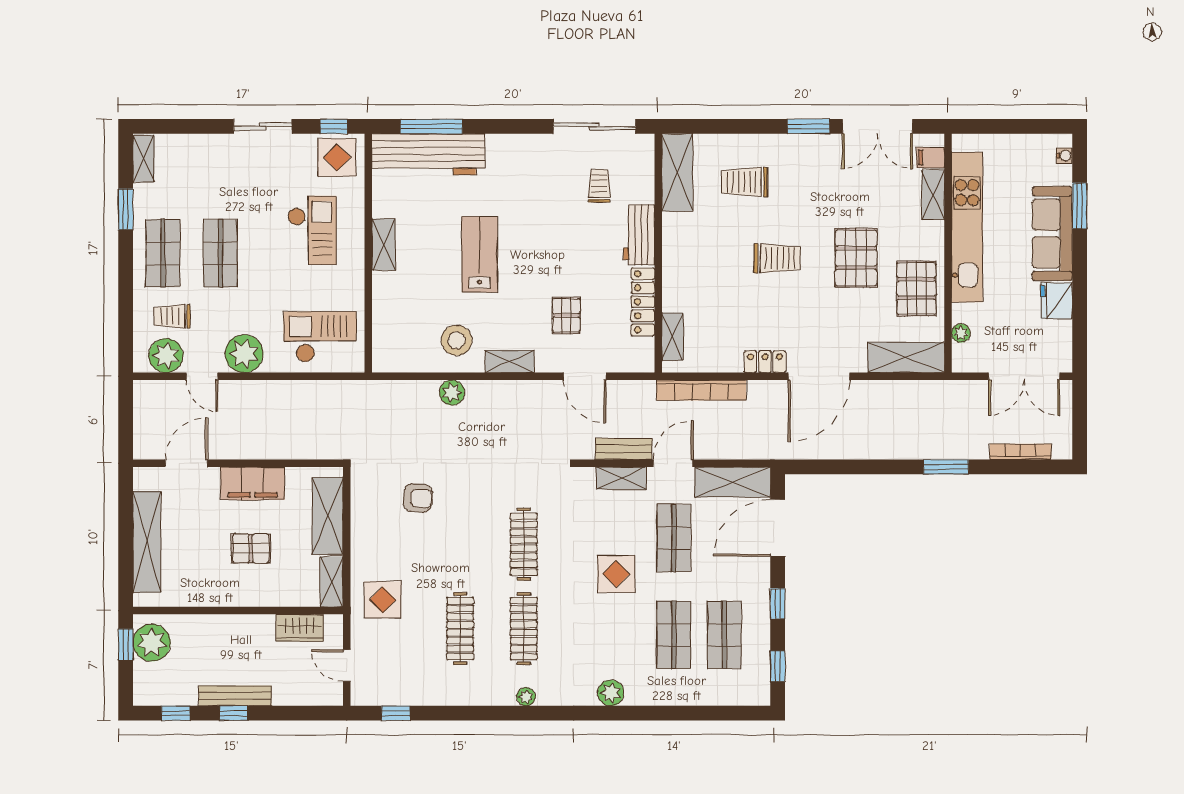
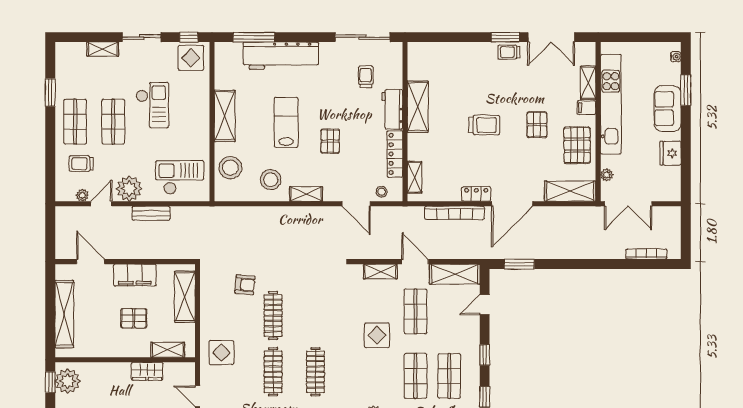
workbench: (428, 154) -> (281, 56), moved
filing cabinet: (930, 157) -> (586, 108), moved
shelving: (144, 159) -> (103, 49), moved, turned 90
shelving: (677, 172) -> (418, 107), moved
trolley: (745, 182) -> (509, 52), moved, width x0.73, depth x0.72
checkout: (312, 230) -> (152, 105), moved
sofa: (1052, 234) -> (668, 109), width x0.73
shelving: (384, 245) -> (225, 116), width x1.50, depth x1.33
pallet: (856, 258) -> (537, 125), width x0.67, depth x0.71
pallet: (566, 315) -> (330, 141), moved
stool: (396, 322) -> (230, 168), added
plant: (166, 356) -> (82, 195), width x0.53, depth x0.53
stool: (623, 358) -> (382, 192), added
door: (202, 376) -> (101, 204), swing flipped
double door: (1024, 376) -> (628, 204), moved
bookcase: (701, 390) -> (454, 213), moved
plant: (452, 393) -> (268, 215), removed
bench: (624, 449) -> (151, 213), moved
door: (186, 463) -> (91, 262), hinge flipped
door: (673, 463) -> (415, 262), hinge flipped
window: (946, 467) -> (519, 264), moved
door: (778, 528) -> (485, 305), width x0.53
clothes rail: (524, 544) -> (273, 316), moved
shelving: (332, 582) -> (168, 350), moved, turned 90
wardrobe: (300, 628) -> (147, 371), moved

